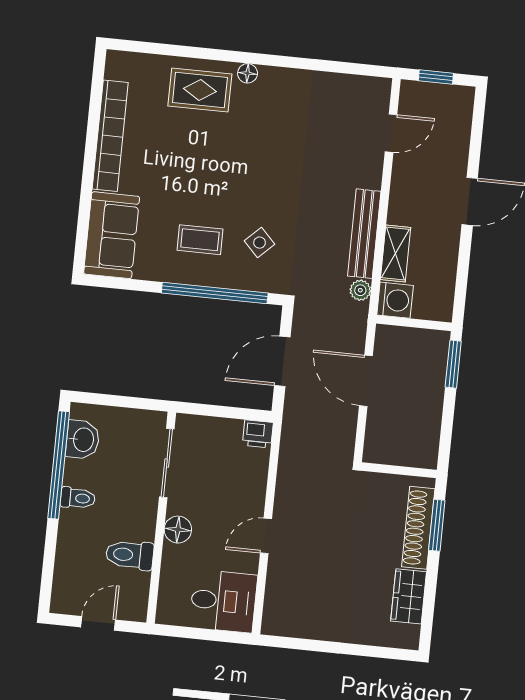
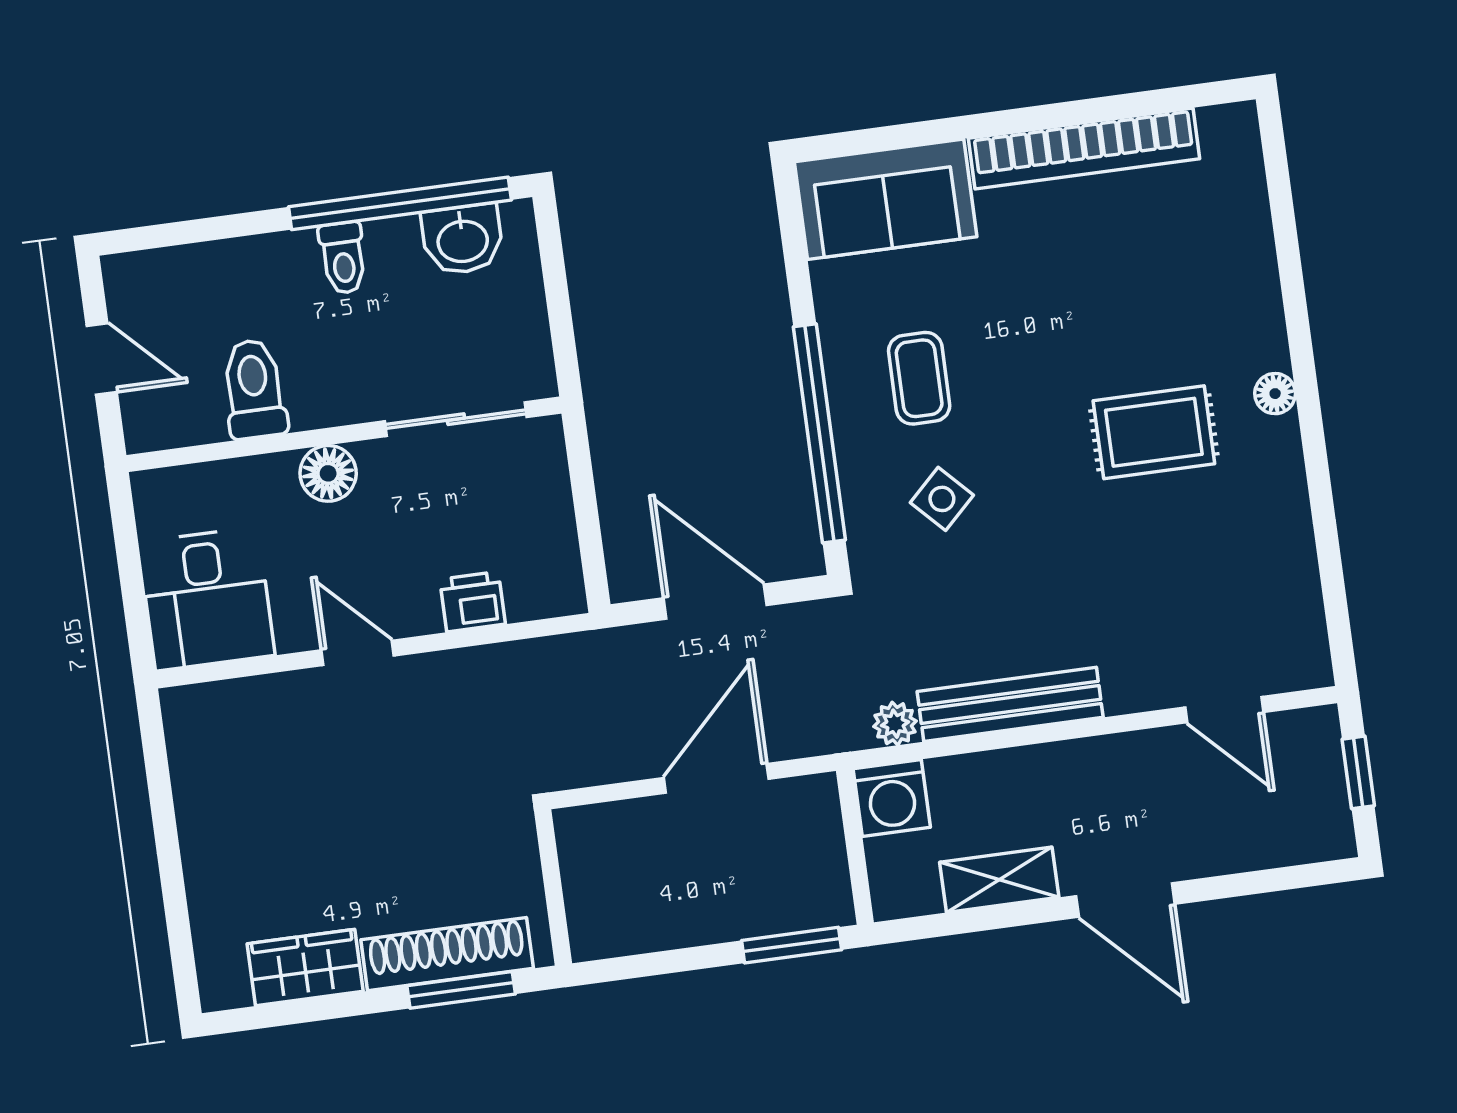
rug: (200, 90) -> (1154, 432), moved, turned 90
shelving: (395, 254) -> (999, 880), moved
printer: (258, 434) -> (473, 602), moved, turned 90

